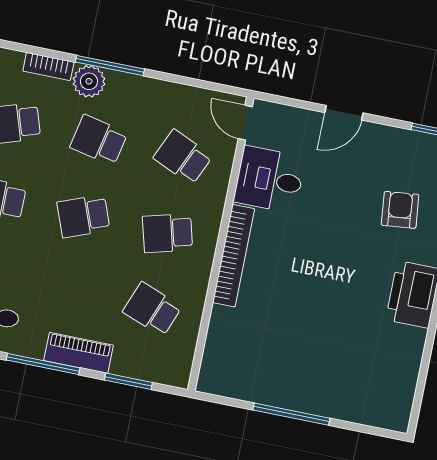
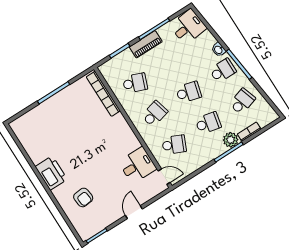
school desk: (83, 216) -> (189, 92), turned 36
bookcase: (234, 256) -> (103, 94), moved

